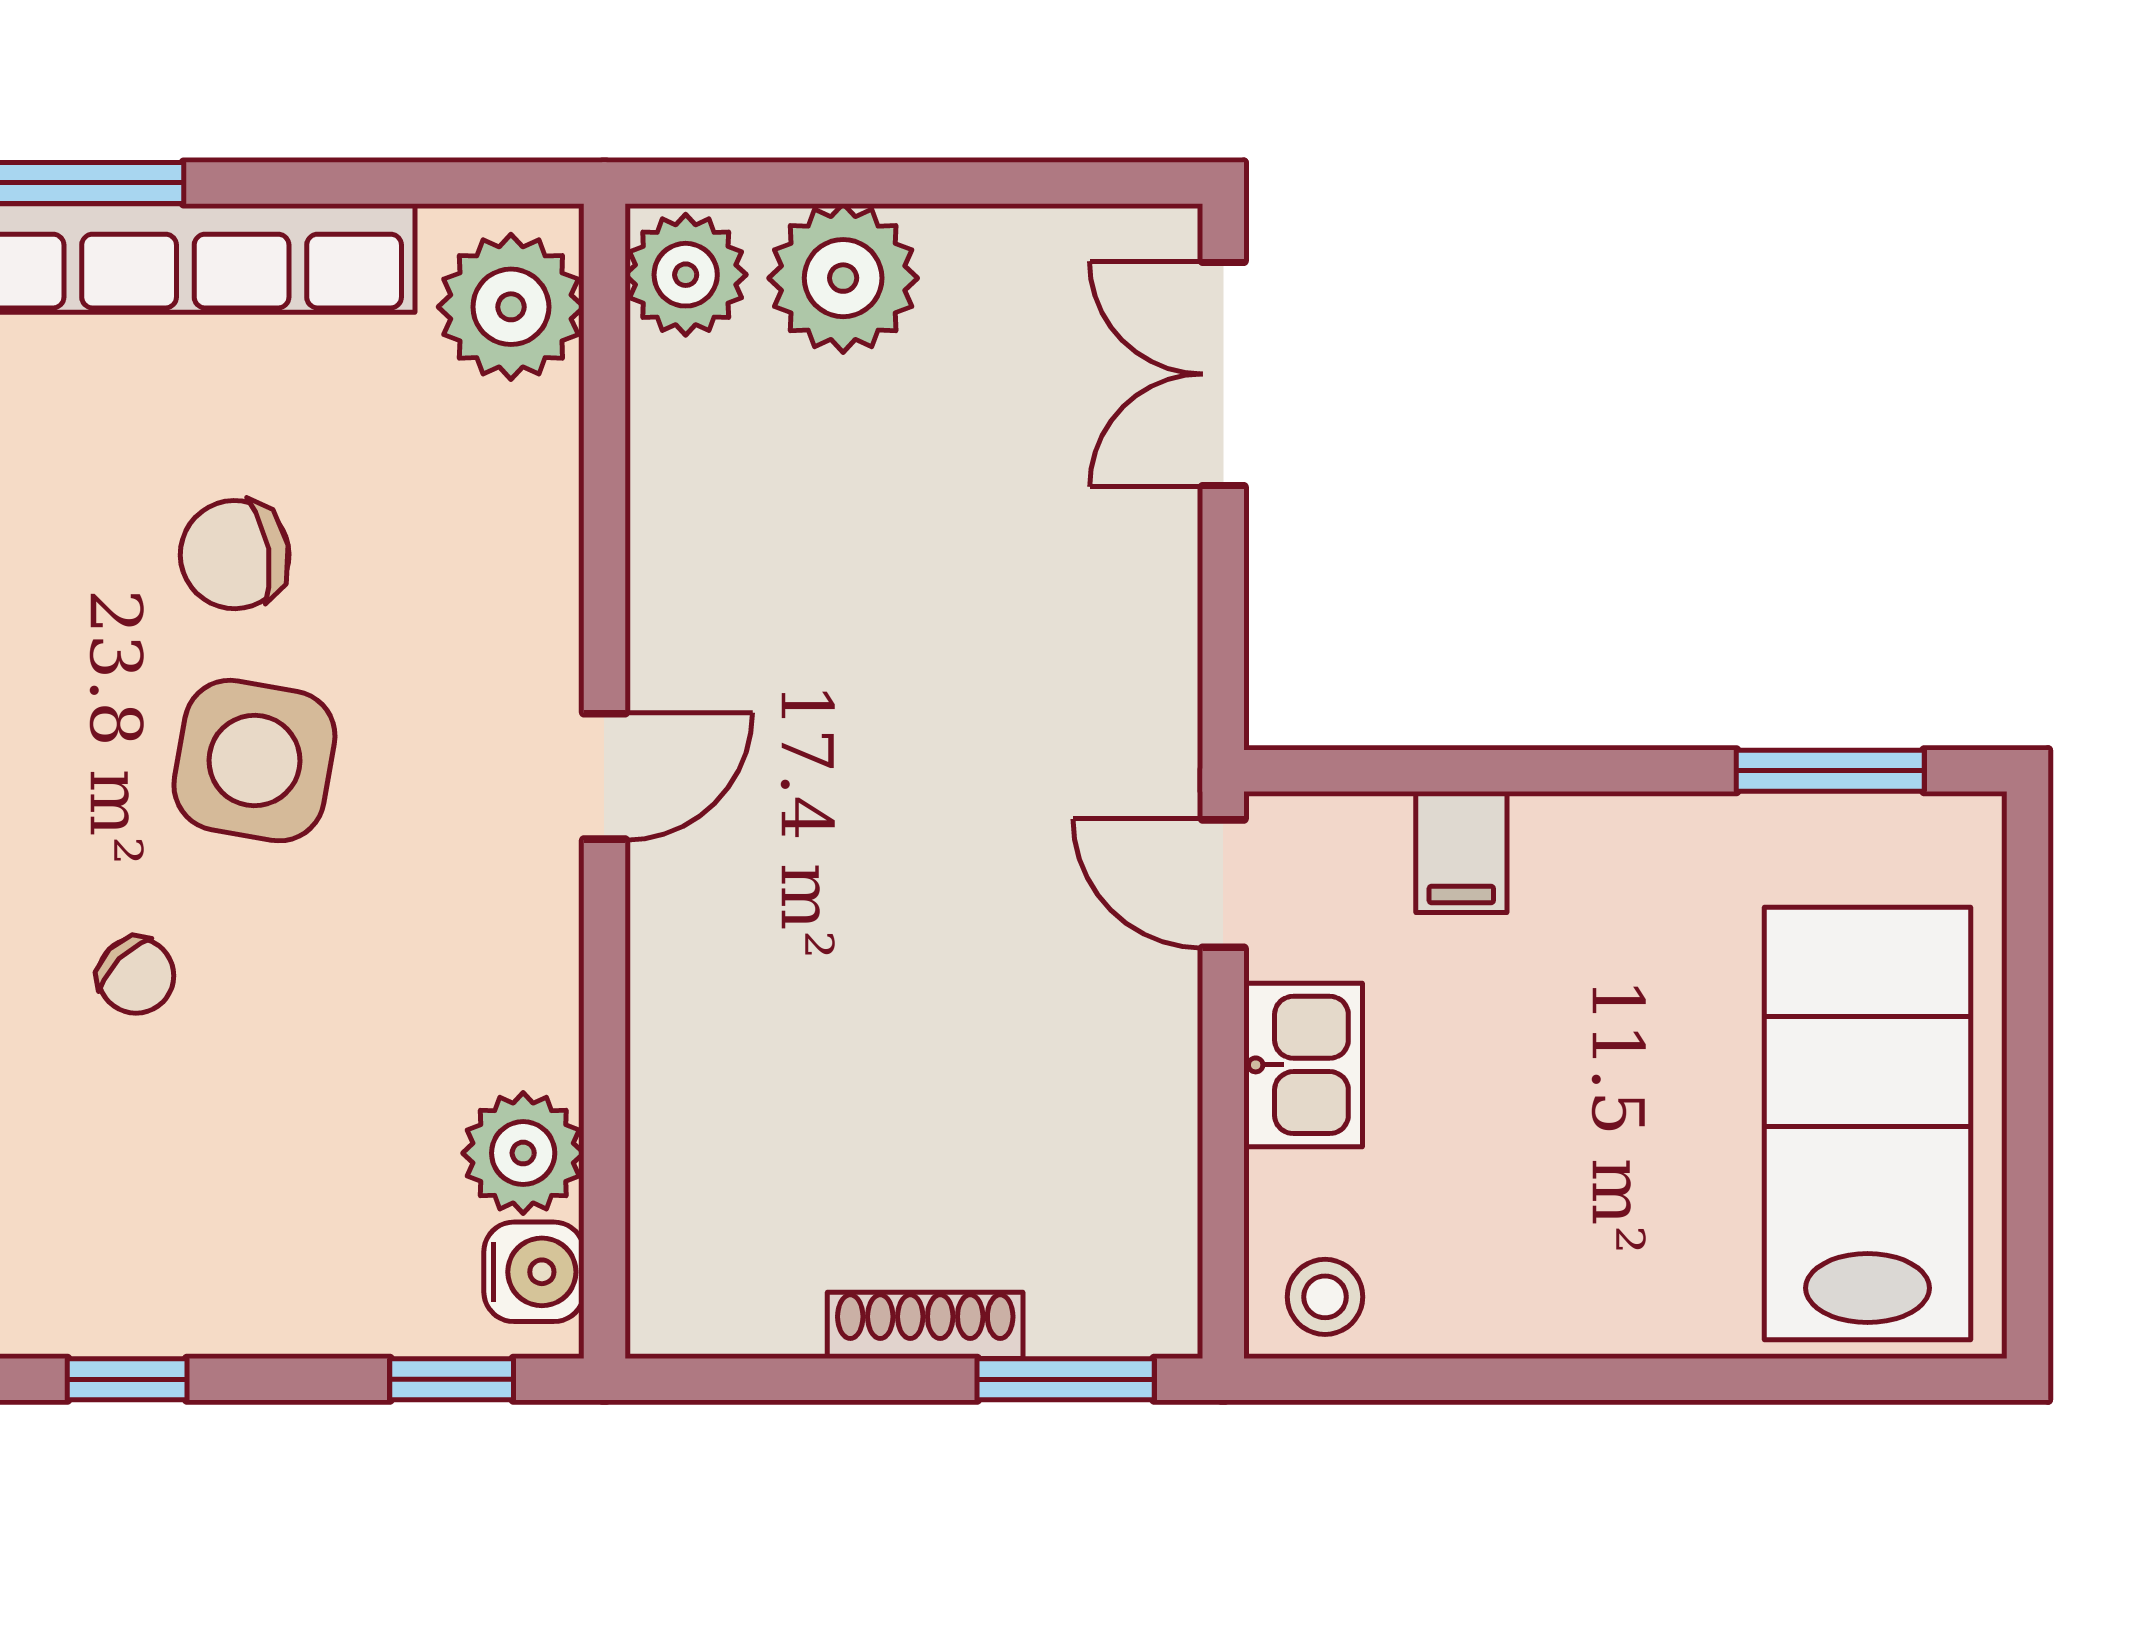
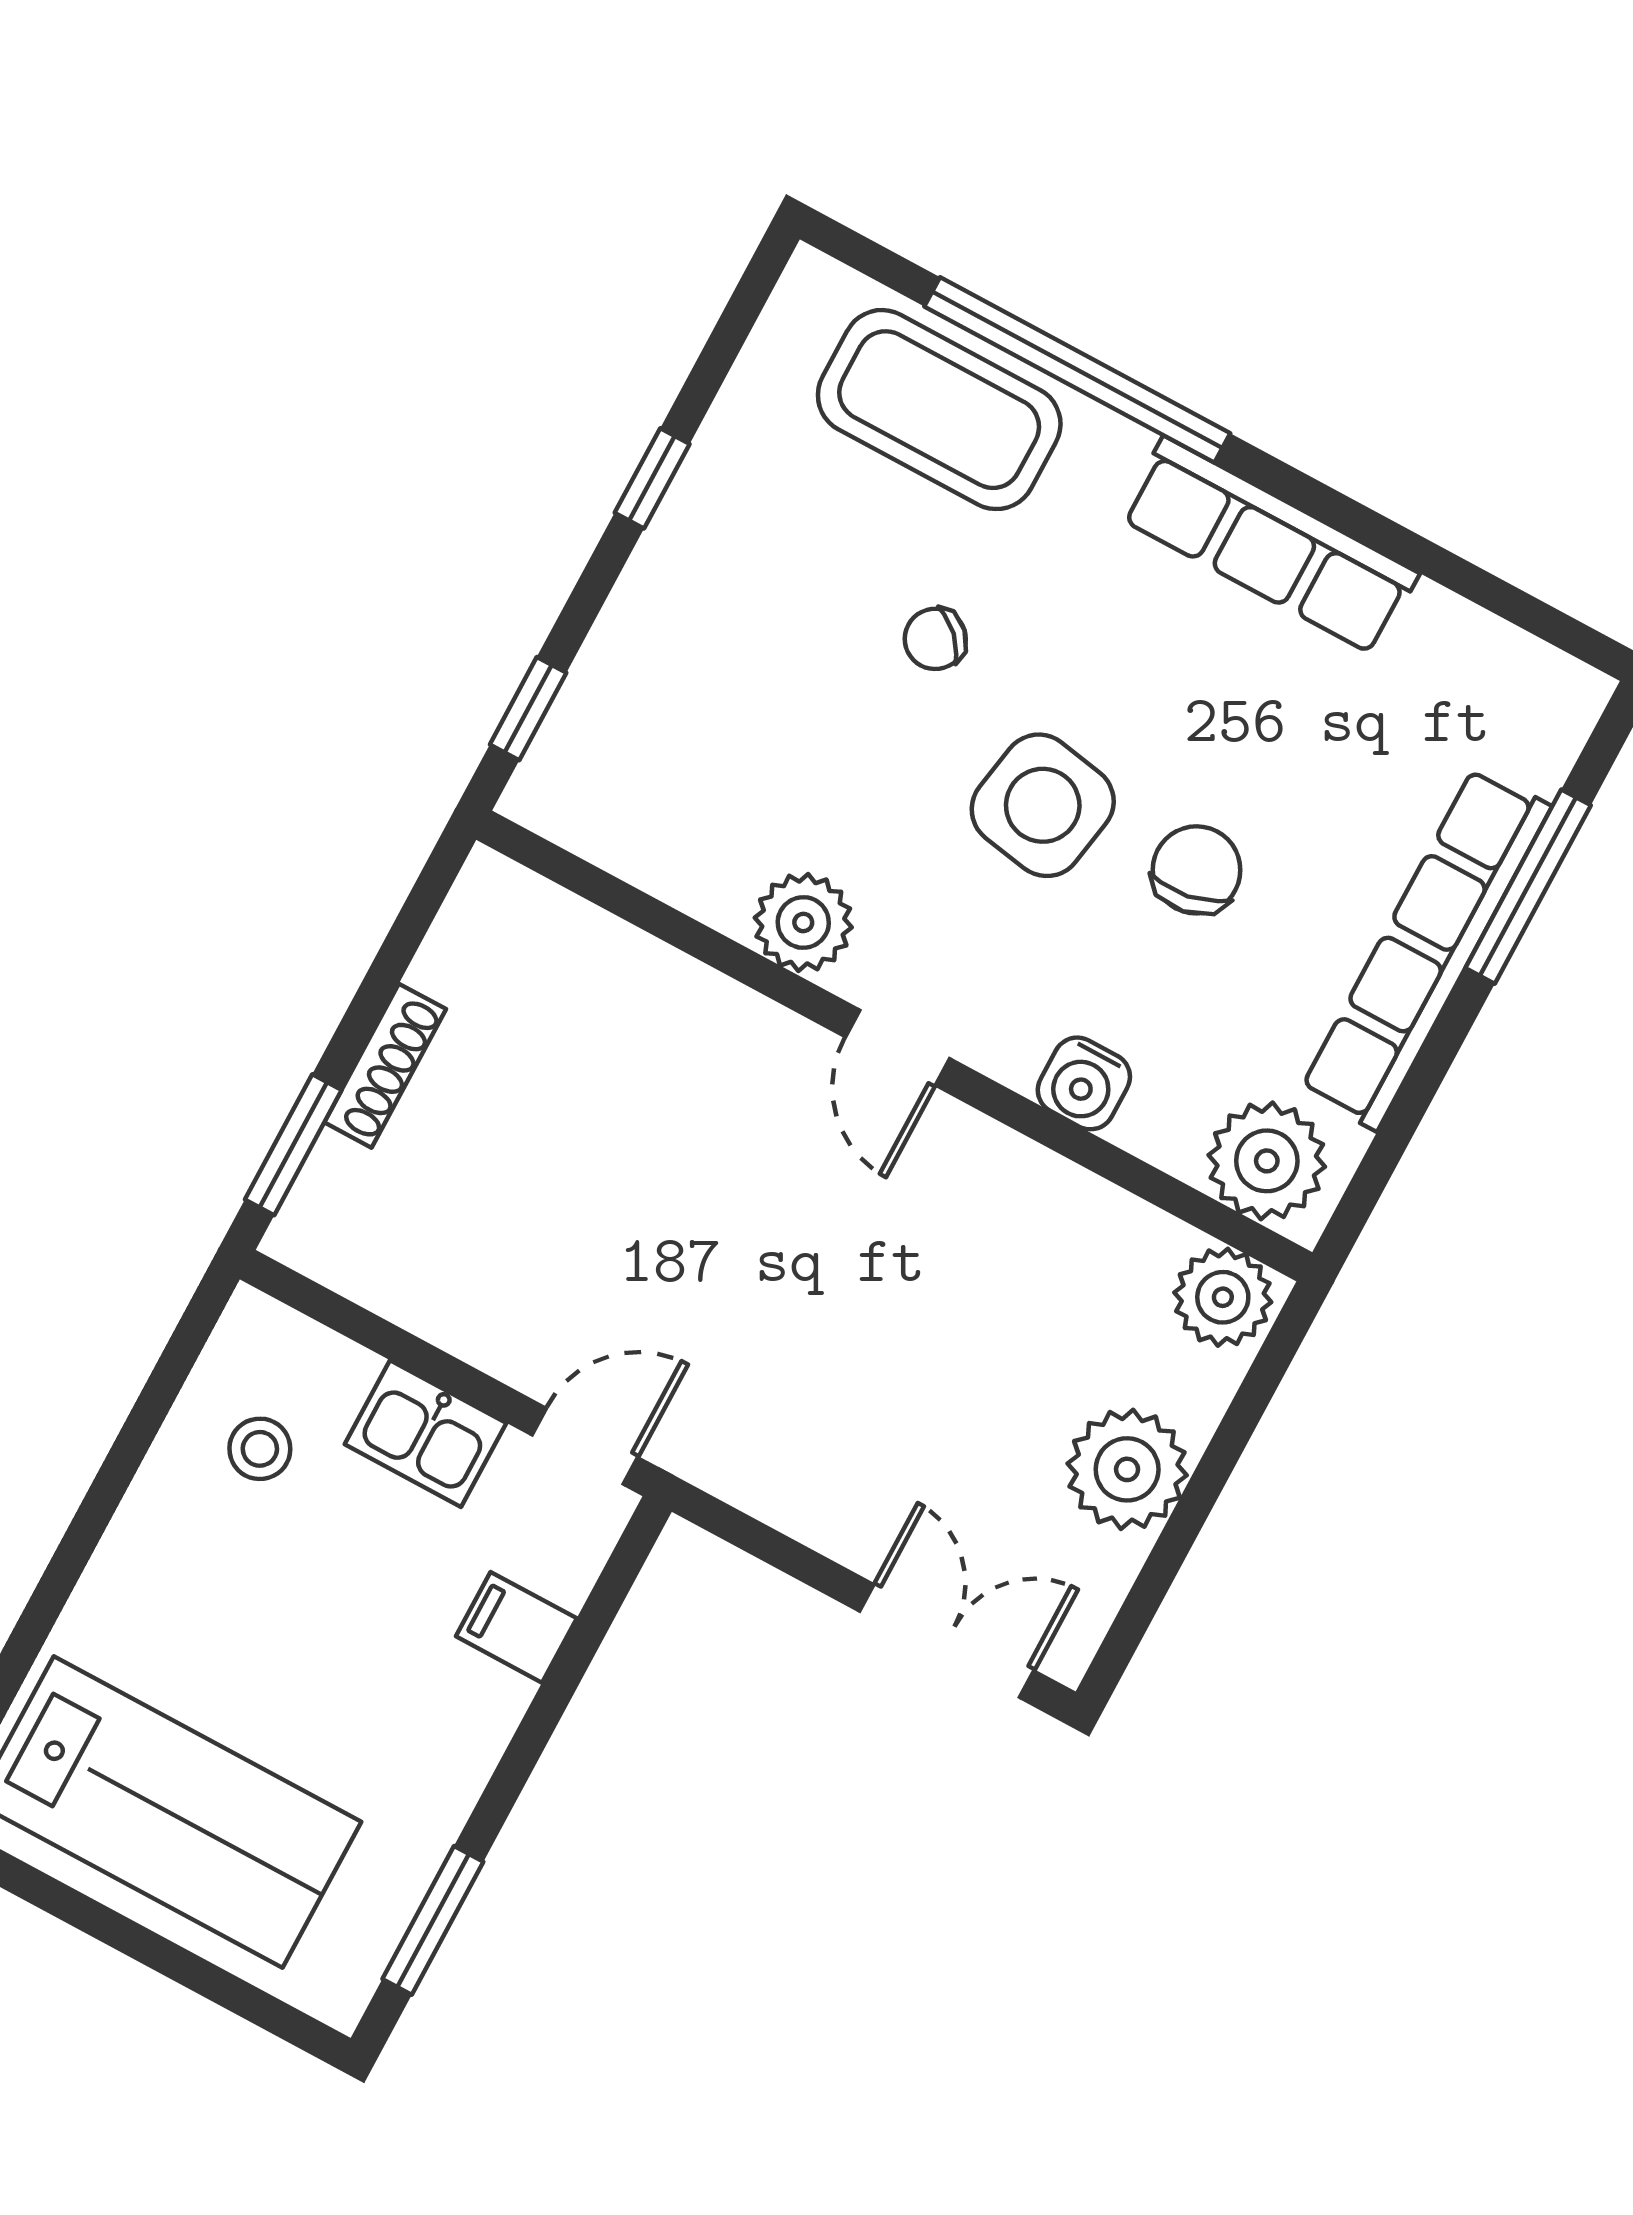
plant: (843, 278) -> (1127, 1469), moved
plant: (523, 1153) -> (803, 922), moved
water cooler: (534, 1272) -> (1084, 1083), moved
stool: (1325, 1297) -> (260, 1449), moved

